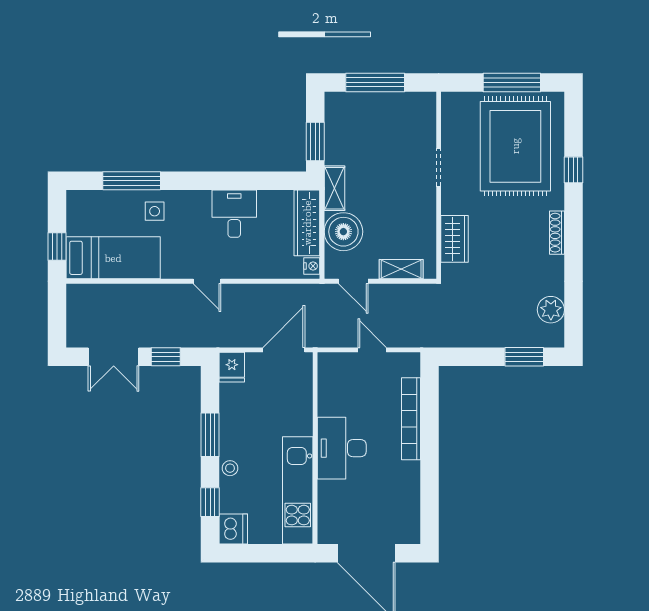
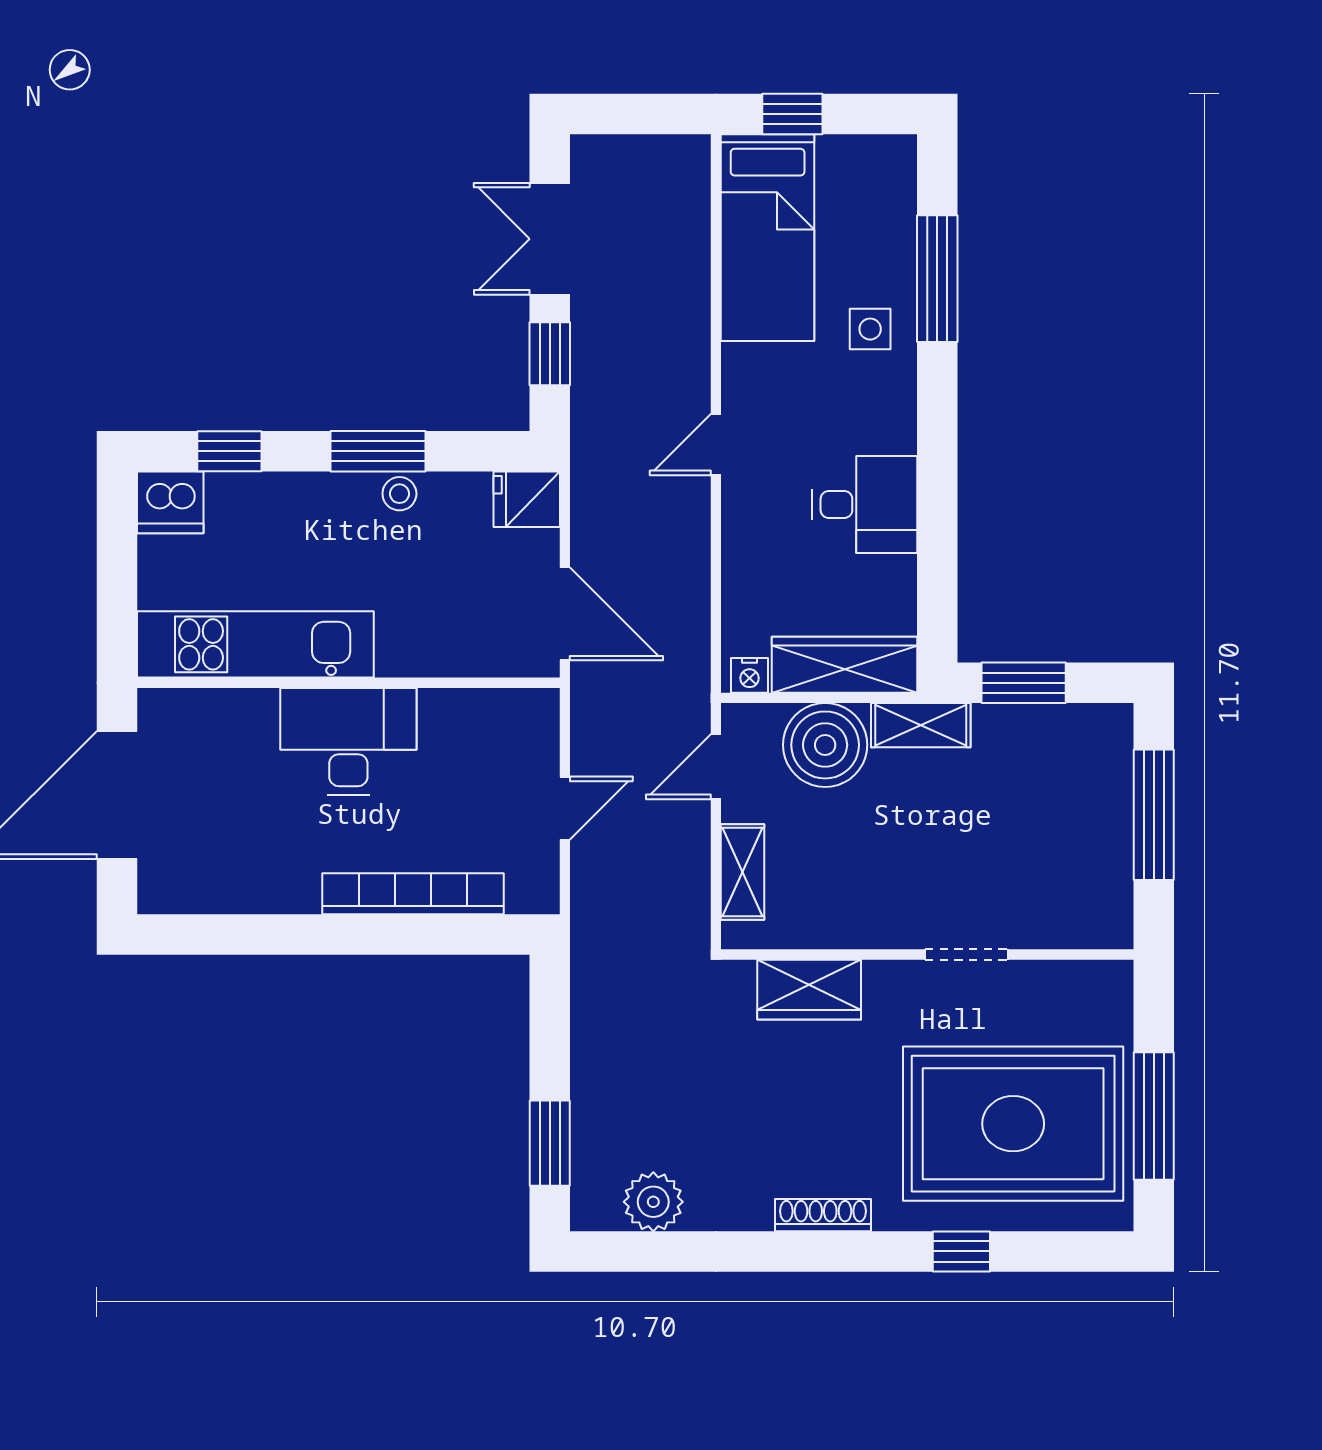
stool: (230, 468) -> (399, 494), moved

